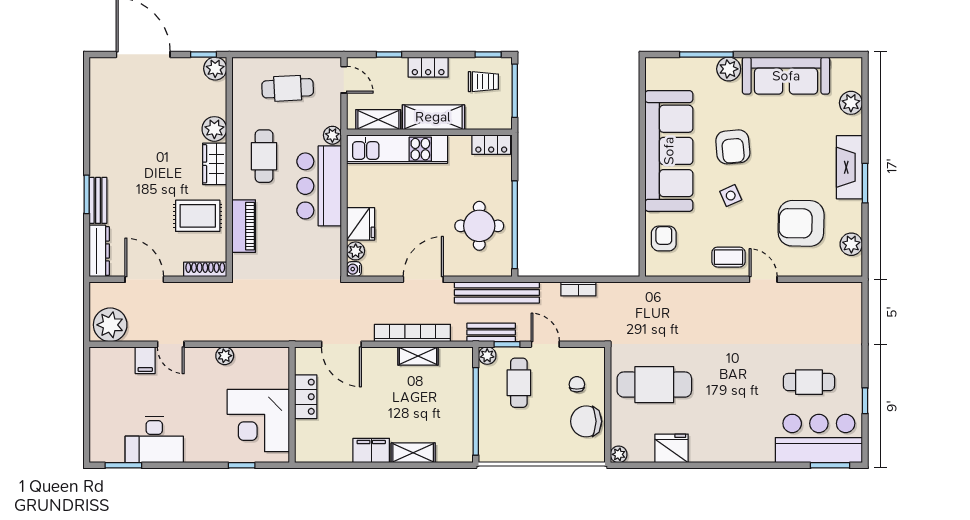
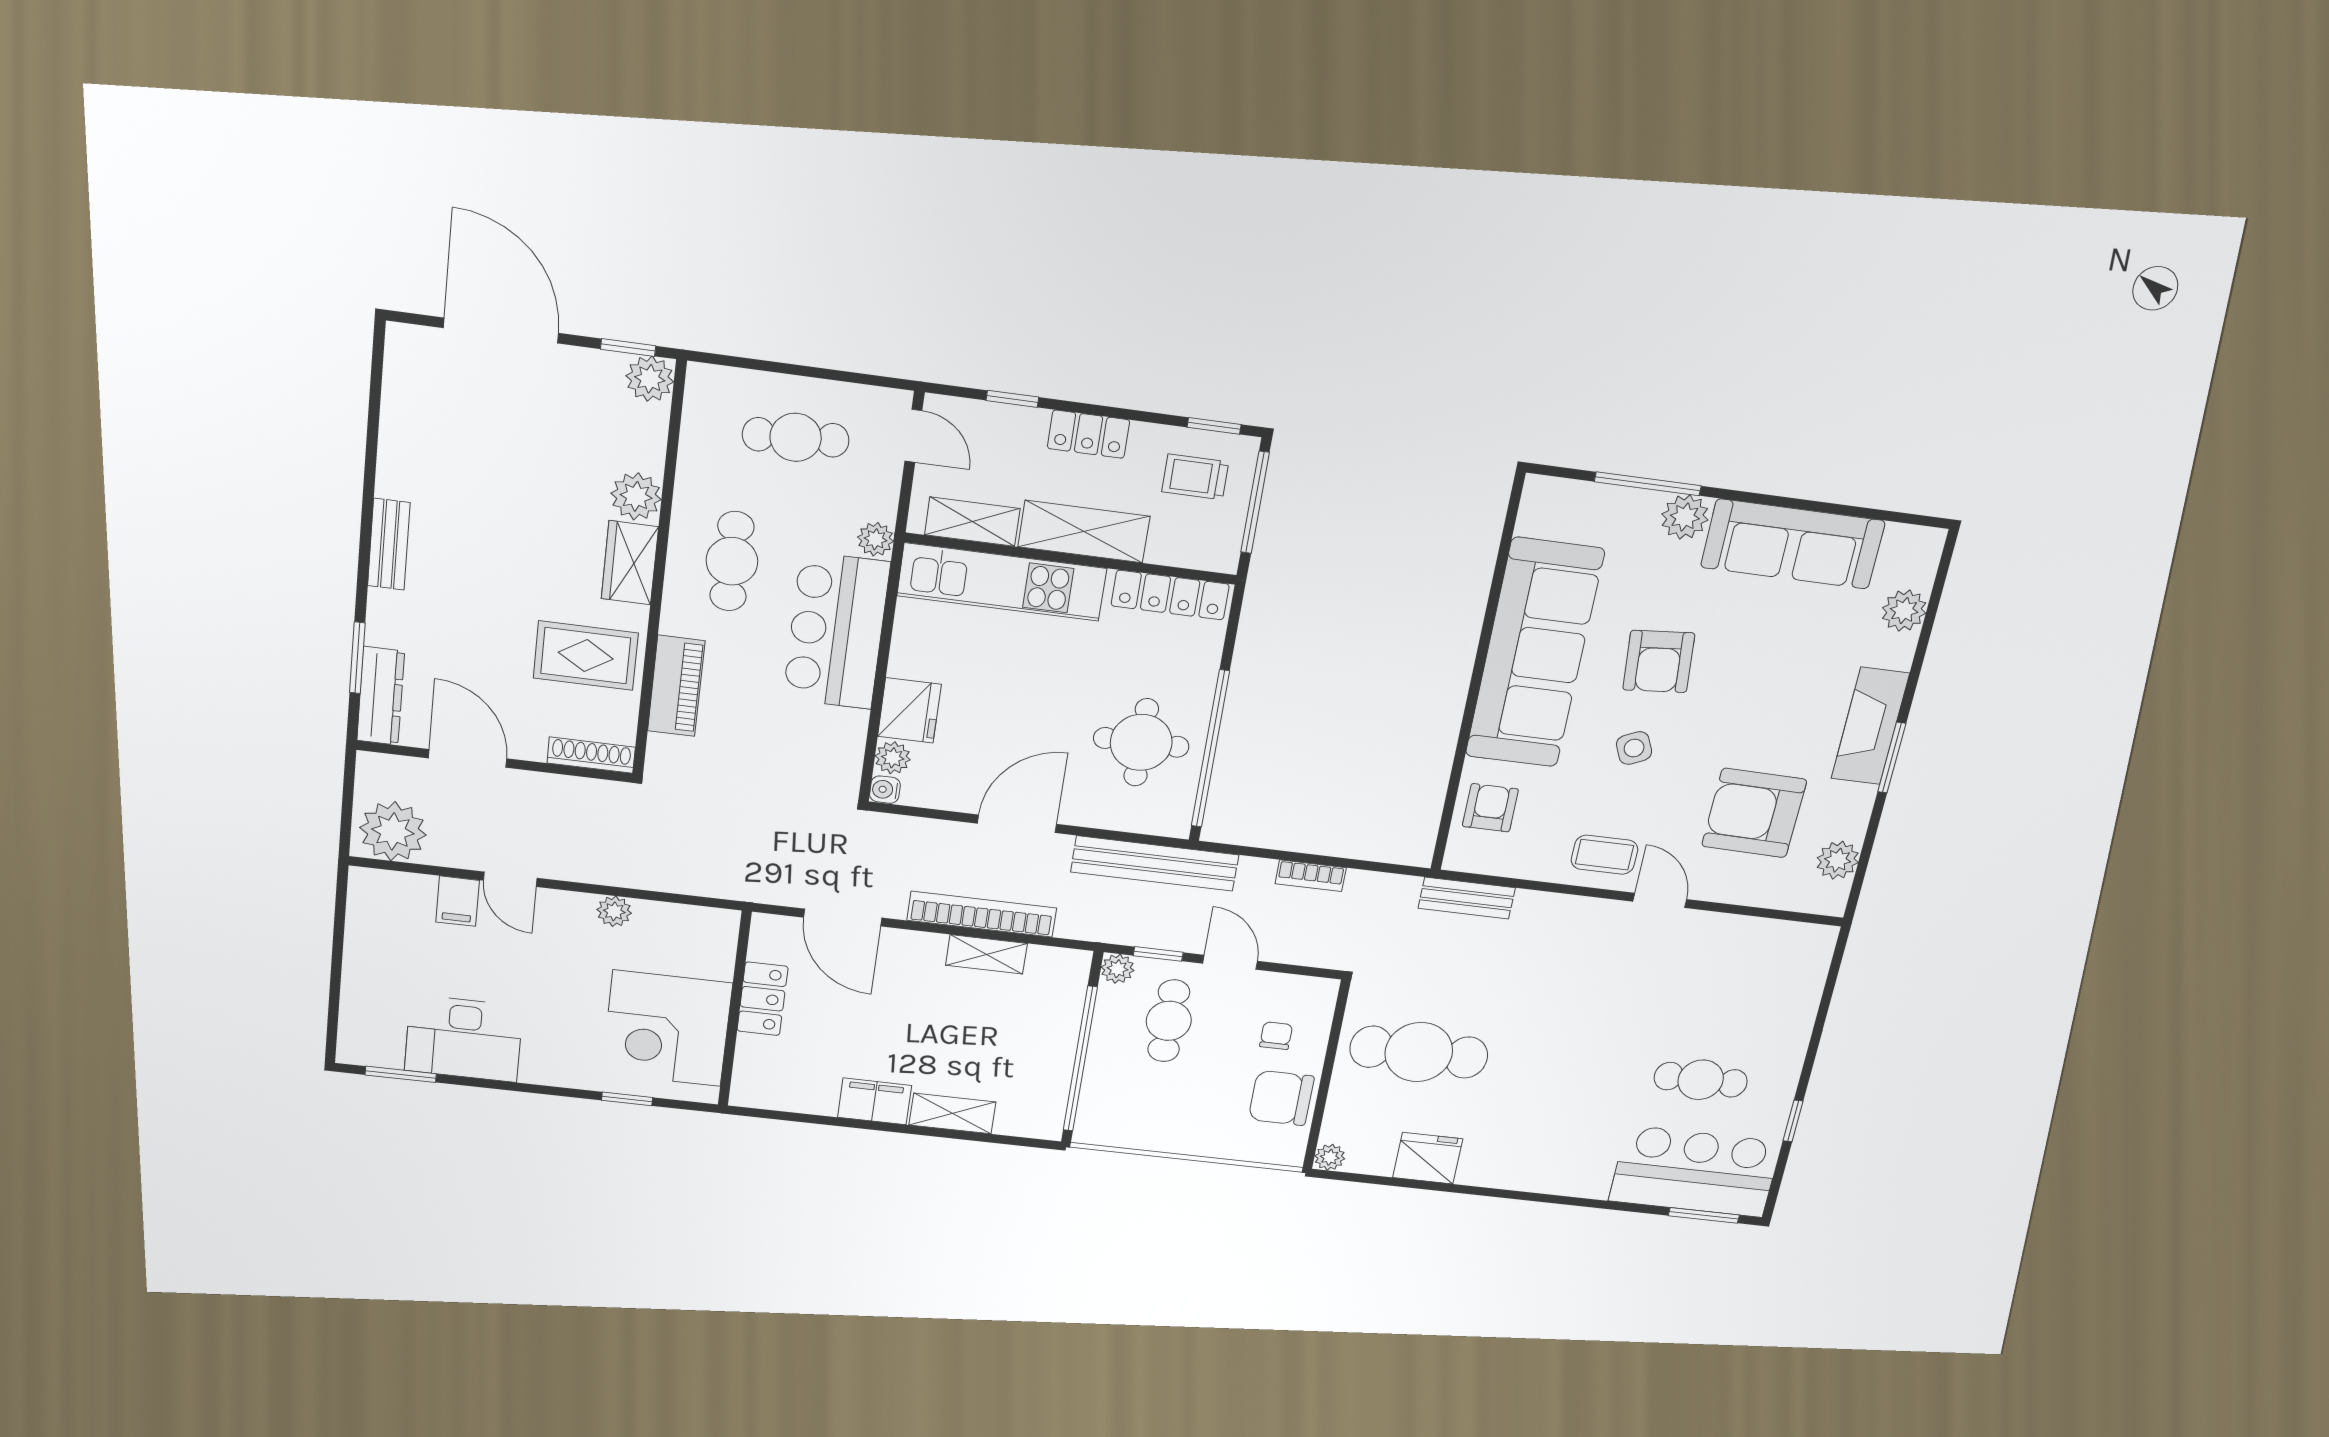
trolley: (483, 82) -> (1195, 477), turned 180
locker: (491, 145) -> (1170, 595), width x1.53
window: (87, 194) -> (357, 658), moved
bench: (98, 200) -> (389, 544), moved
bench: (491, 332) -> (1467, 898), moved

